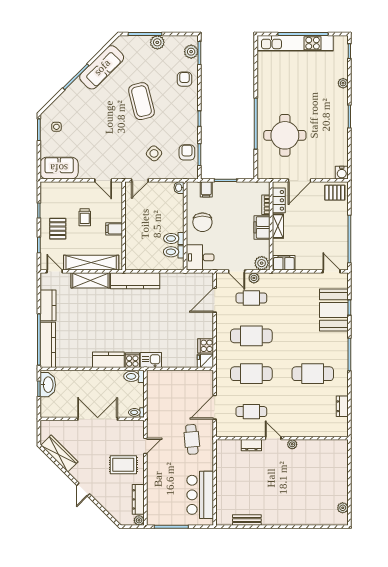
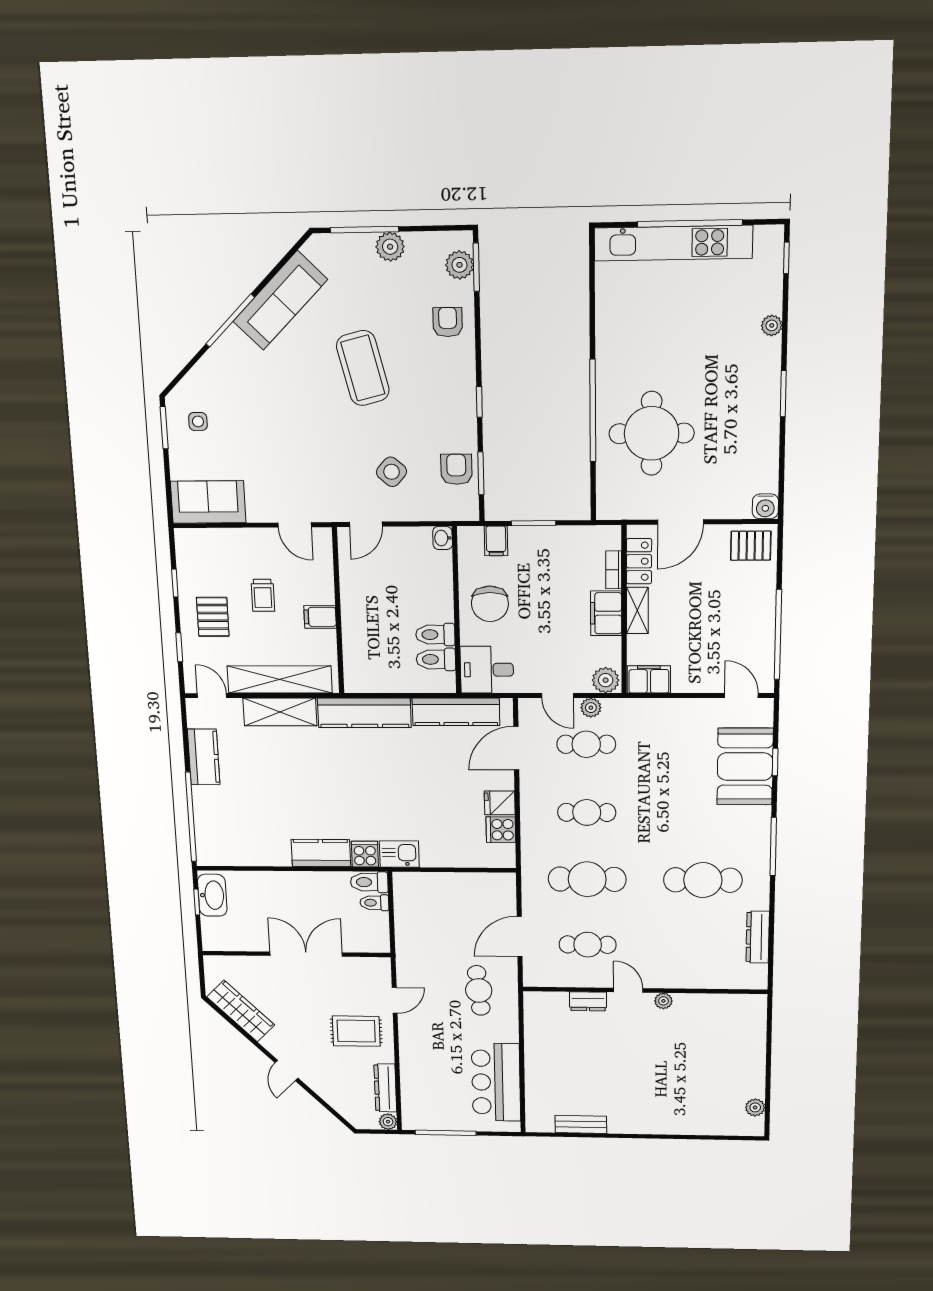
cafe table: (251, 336) -> (587, 812), width x0.73, depth x0.74
kitchen counter: (48, 345) -> (456, 712), moved, turned 90
fridge: (205, 361) -> (500, 803), moved
dresser: (342, 406) -> (758, 937), width x1.44
toilet: (136, 412) -> (374, 903), moved

